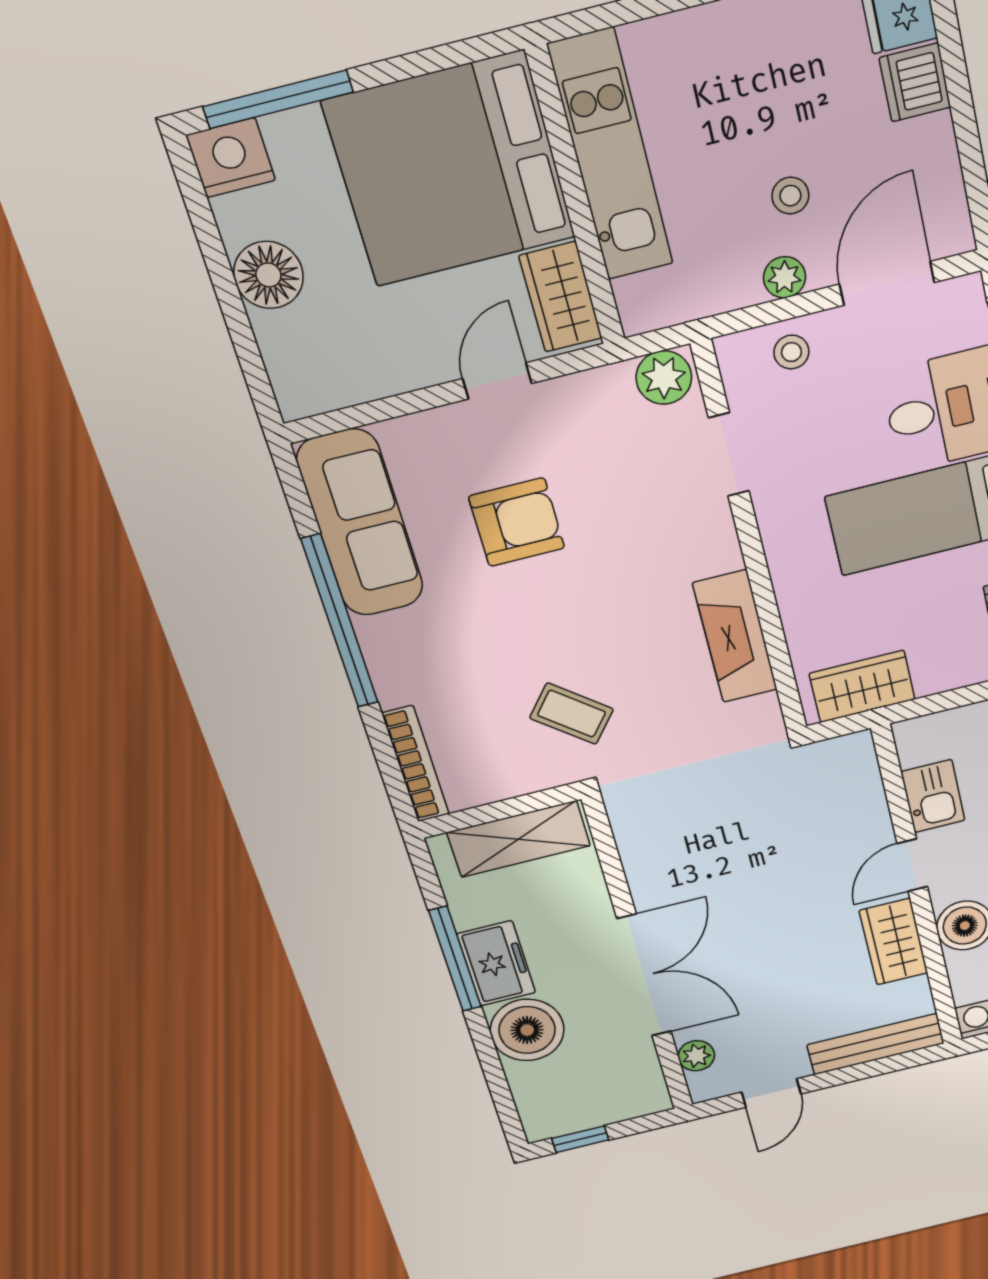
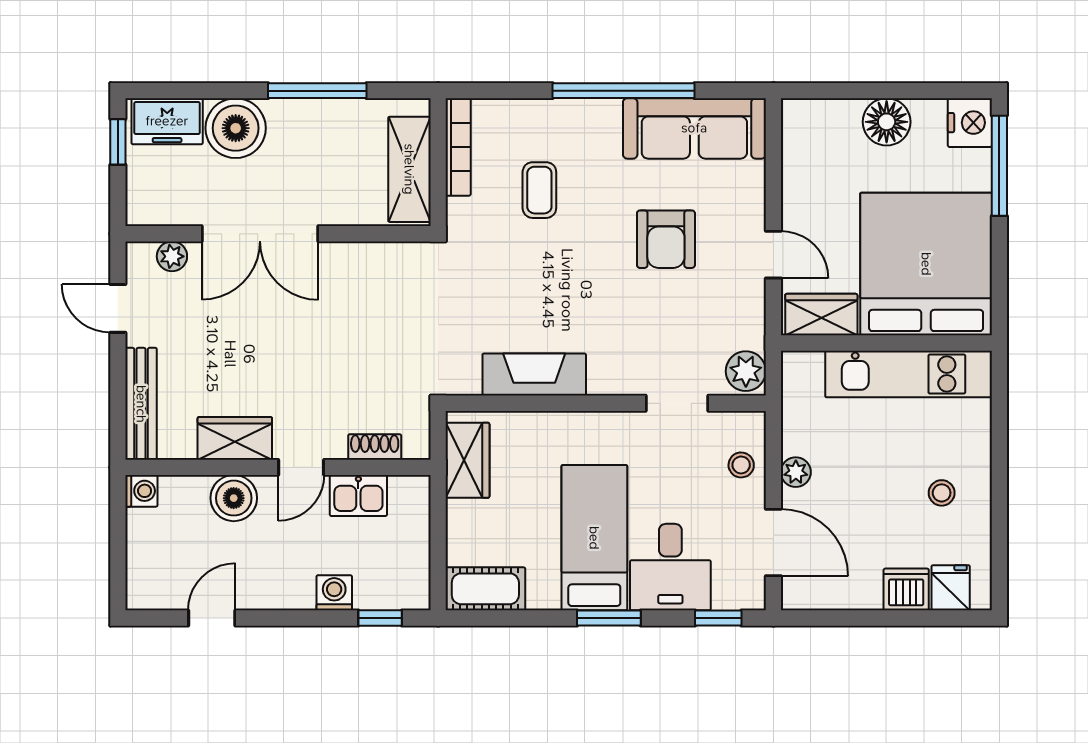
stool: (790, 196) -> (942, 493), moved
coffee table: (572, 714) -> (539, 190), moved, turned -39
bookcase: (416, 764) -> (458, 147), moved, turned -90
shoe rack: (870, 793) -> (375, 447), added
door: (912, 865) -> (301, 467), swing flipped
freezer: (496, 963) -> (167, 121), moved

